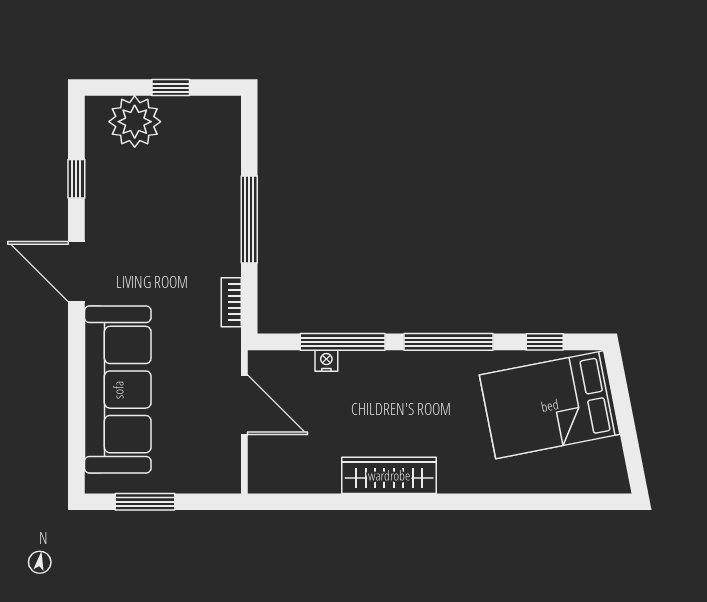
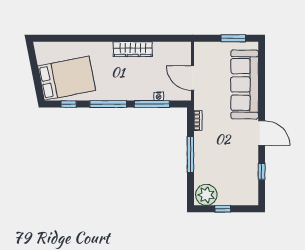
plant: (135, 122) -> (206, 195), moved

